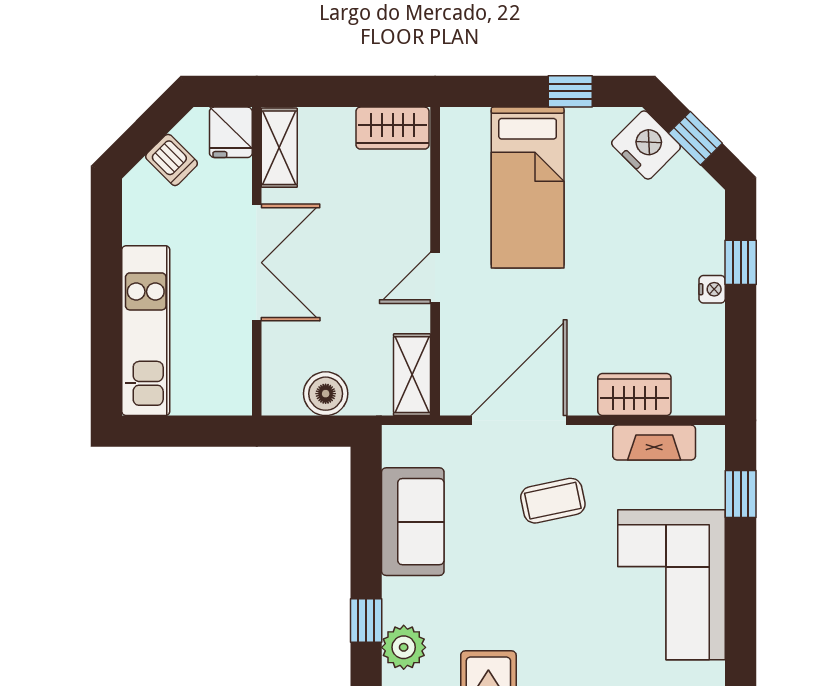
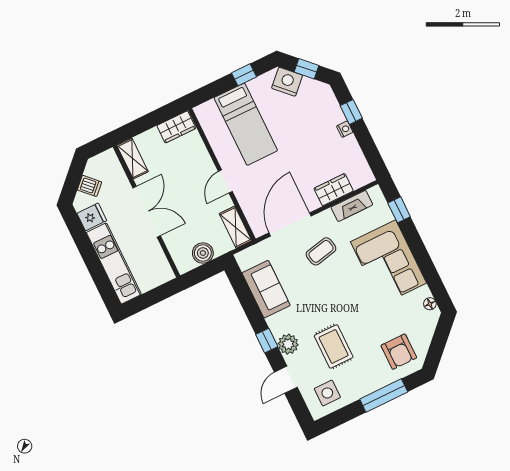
fridge: (231, 132) -> (92, 217), moved, turned -90

